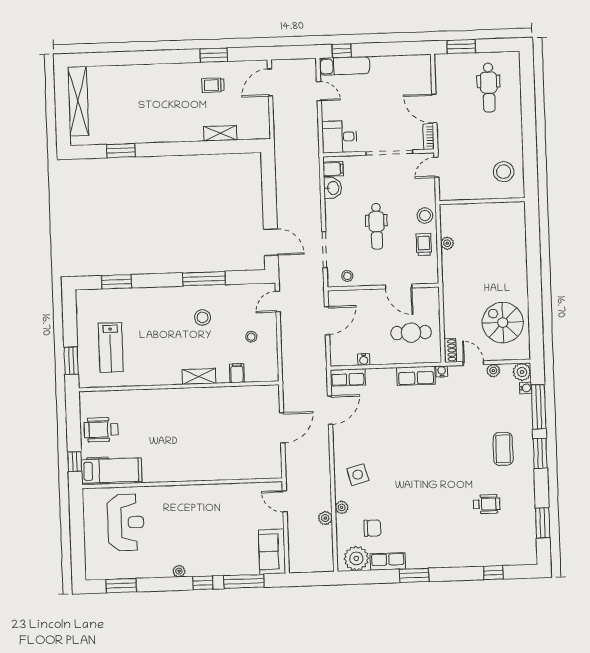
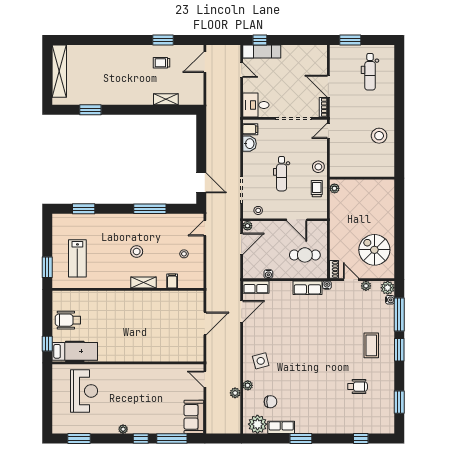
wall: (482, 201) -> (362, 178), moved
plant: (334, 297) -> (247, 226), added
stool: (202, 317) -> (137, 251), moved

